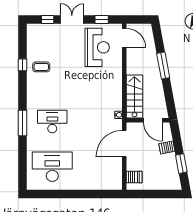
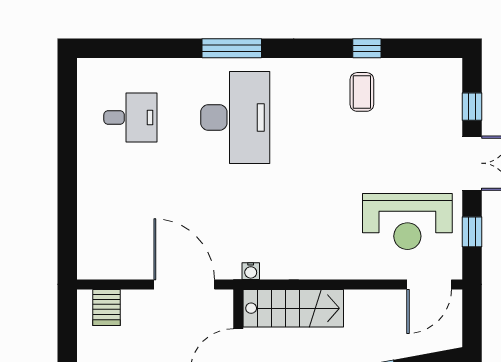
desk: (52, 122) -> (235, 117), width x1.36, depth x1.30
desk: (52, 167) -> (130, 117), width x0.53, depth x0.77

